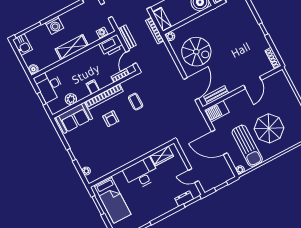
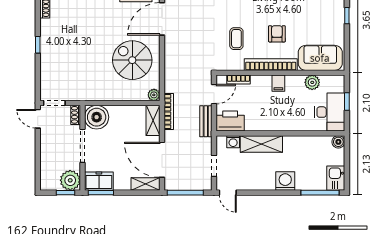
shelving: (72, 47) -> (261, 144), moved

